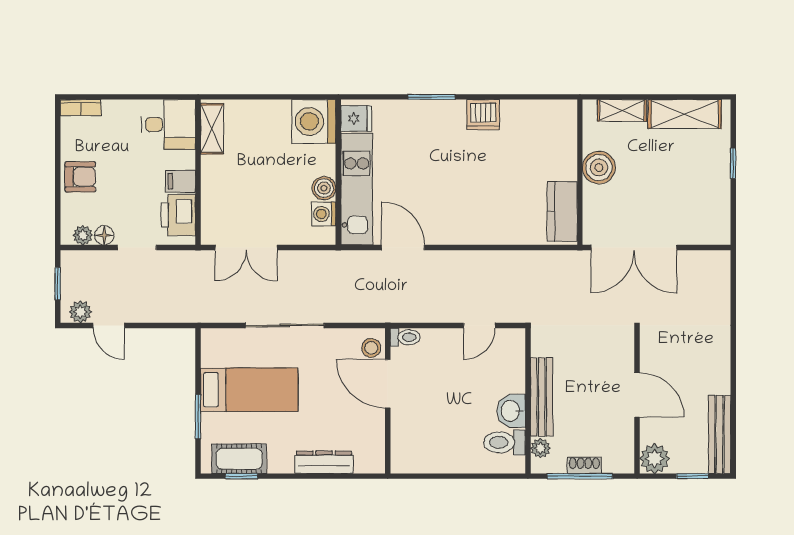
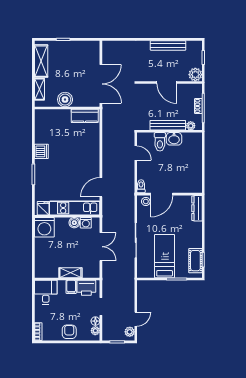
shelving: (212, 129) -> (70, 273), moved
double door: (246, 248) -> (101, 247), moved
door: (637, 395) -> (167, 82), swing flipped
bench: (720, 434) -> (168, 45), moved
toilet: (505, 442) -> (160, 142), moved
dresser: (324, 462) -> (197, 208), moved

